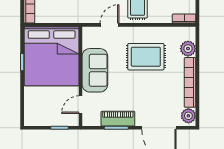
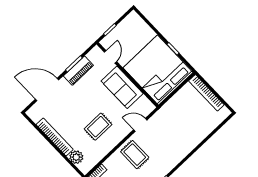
door: (110, 25) -> (140, 125), swing flipped
rug: (146, 57) -> (98, 127), width x0.73, depth x0.70
plant: (188, 116) -> (36, 115), removed

